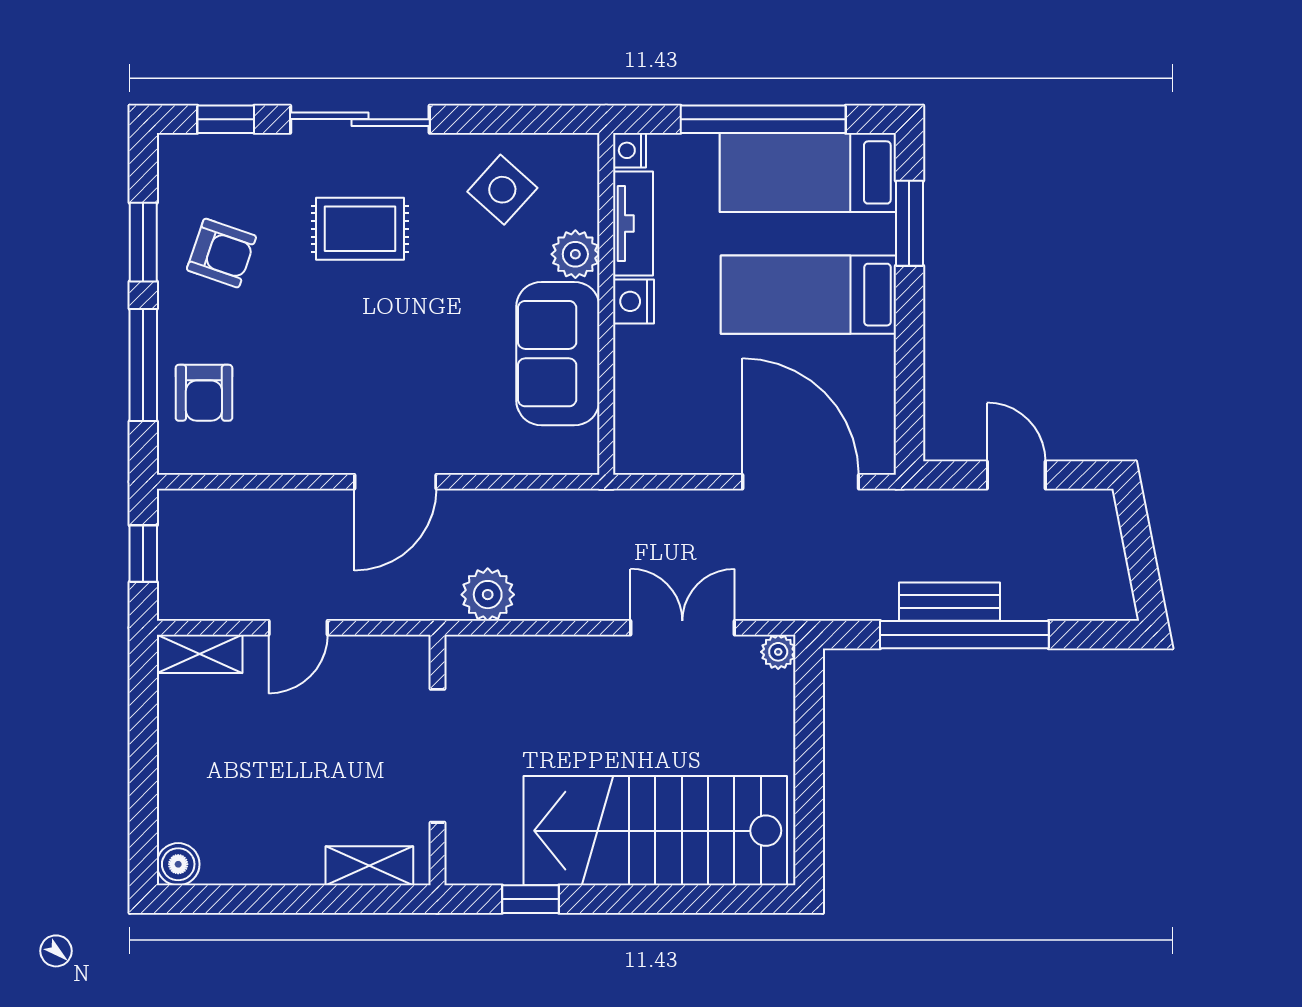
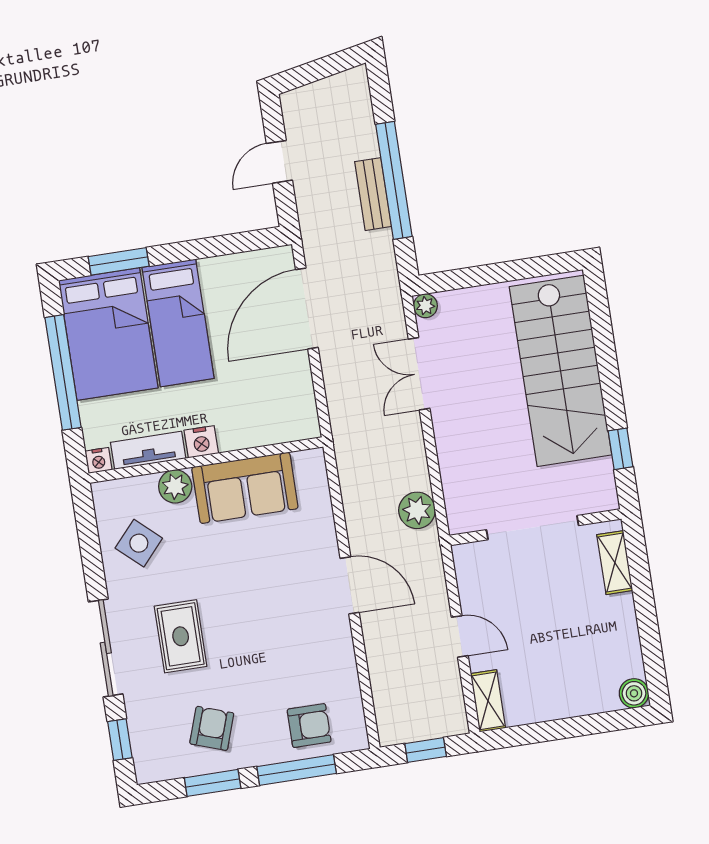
bed: (808, 172) -> (108, 334), width x1.50

